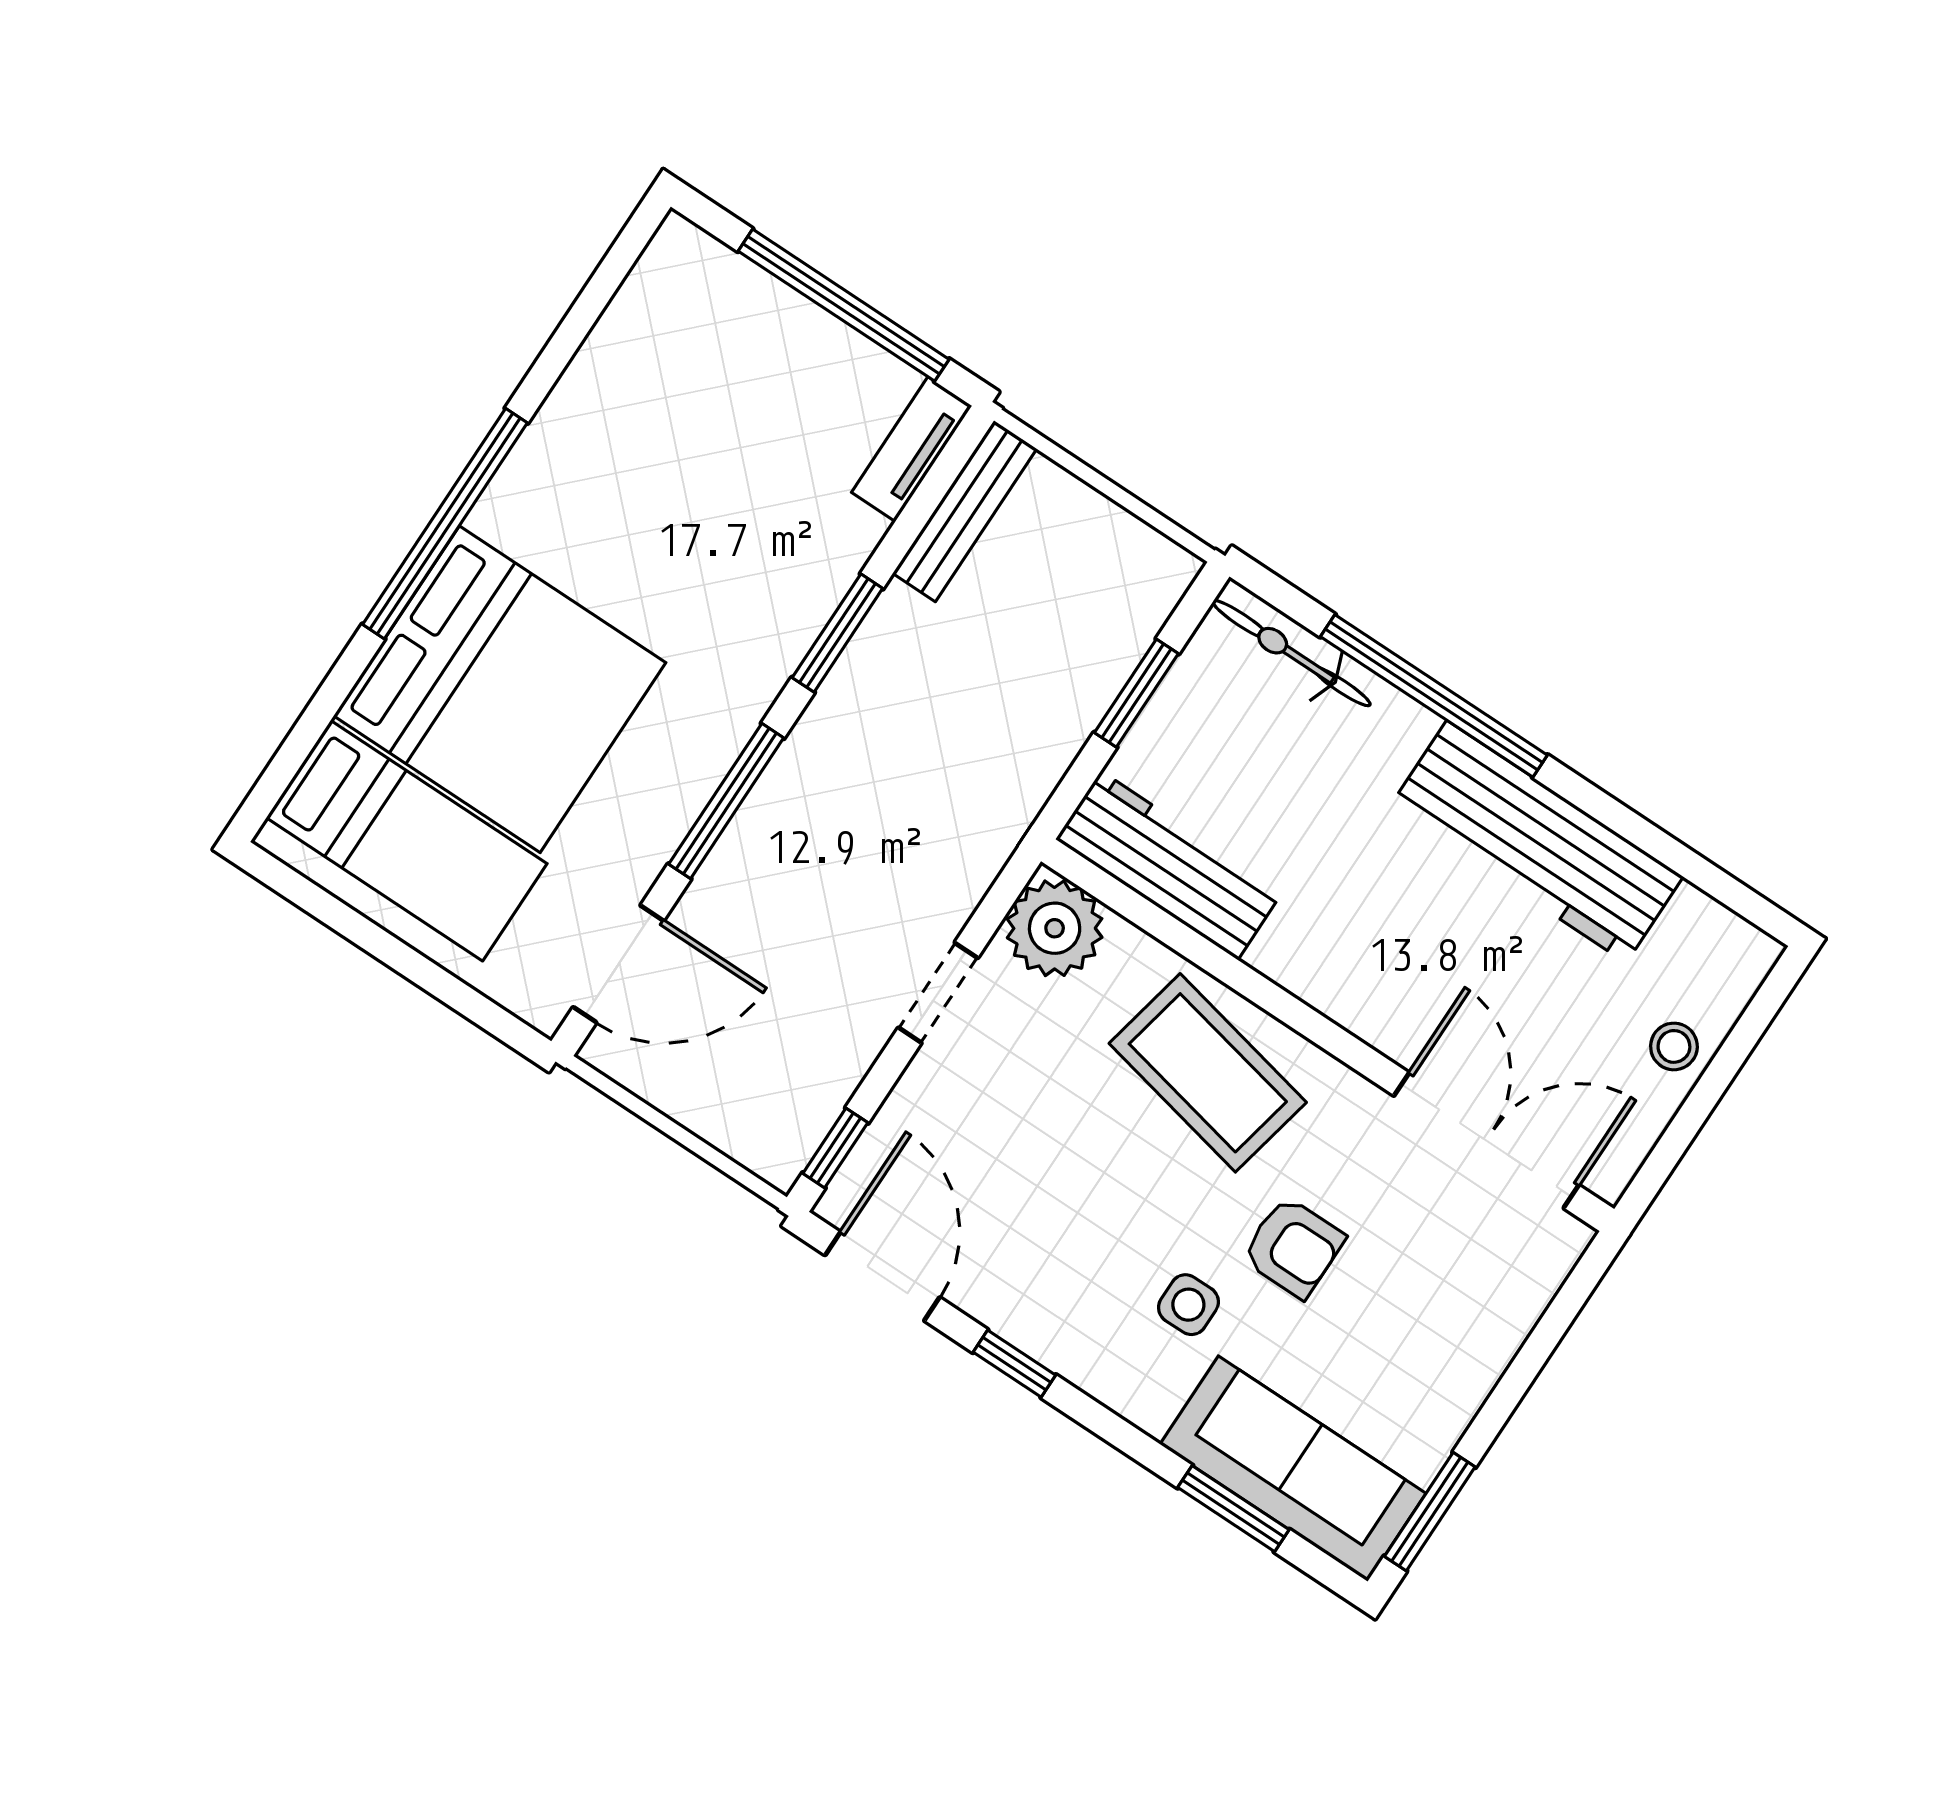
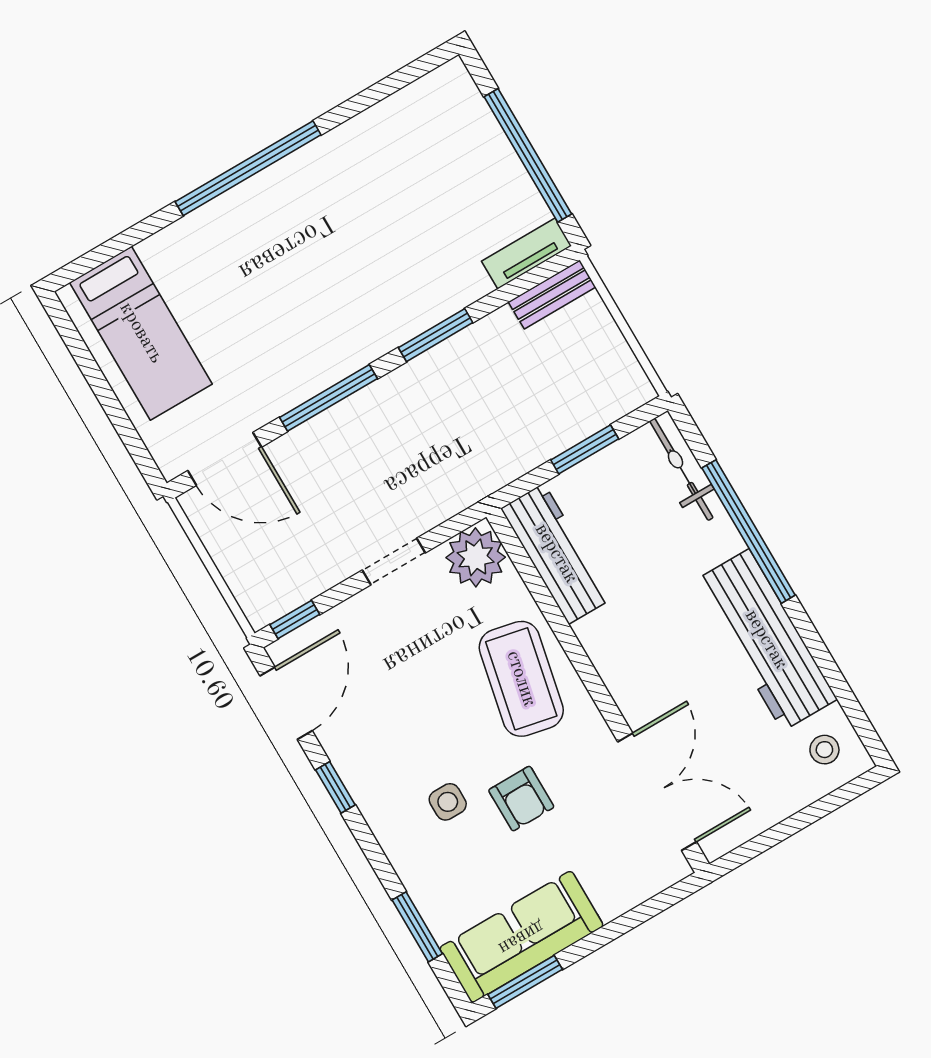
bench: (965, 511) -> (552, 295), width x0.73
bed: (500, 689) -> (233, 275), removed
stool: (1674, 1046) -> (824, 750), moved
sofa: (1293, 1469) -> (521, 937), moved, turned -90

